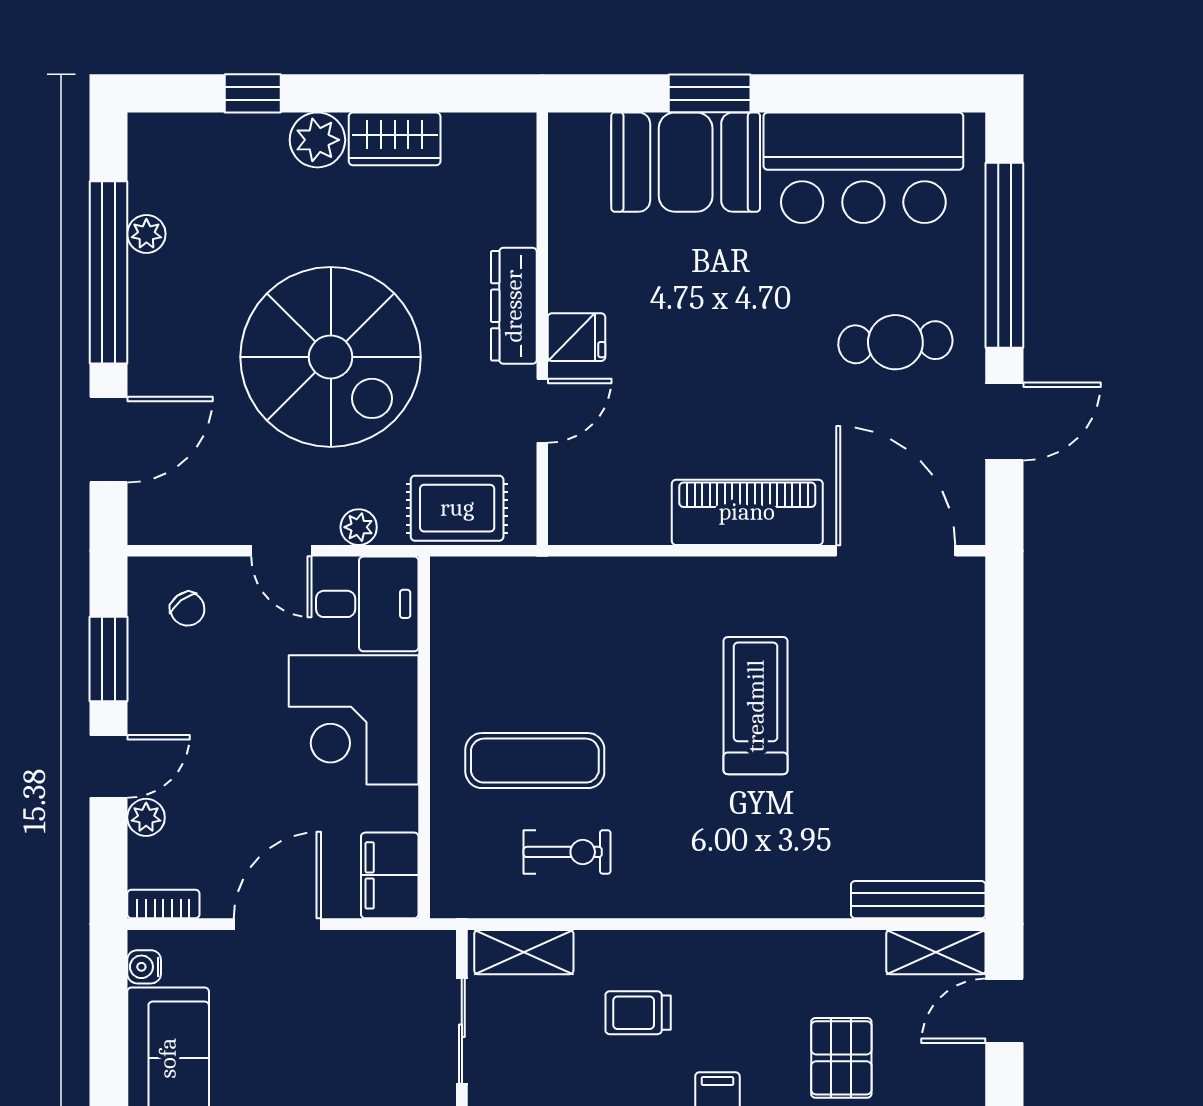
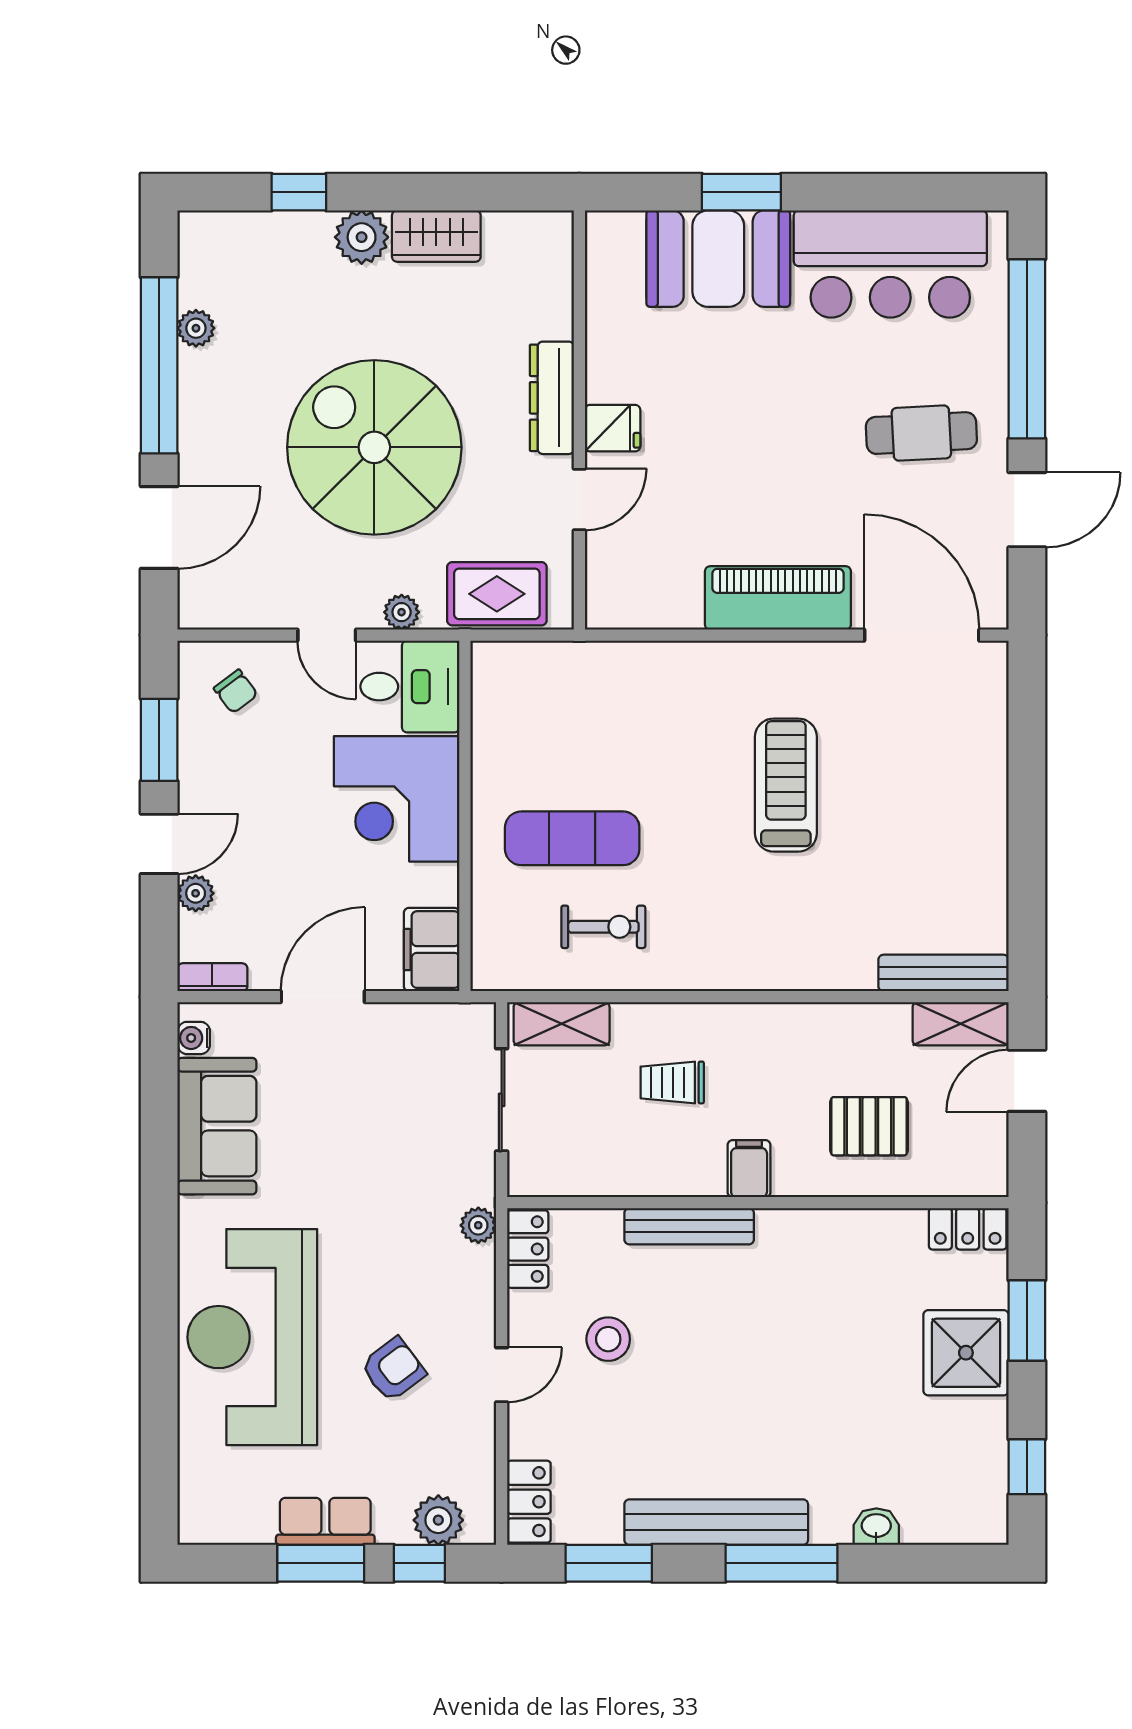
spiral stairs: (331, 357) -> (374, 447), turned 180
pallet: (841, 1058) -> (869, 1126), turned 90

